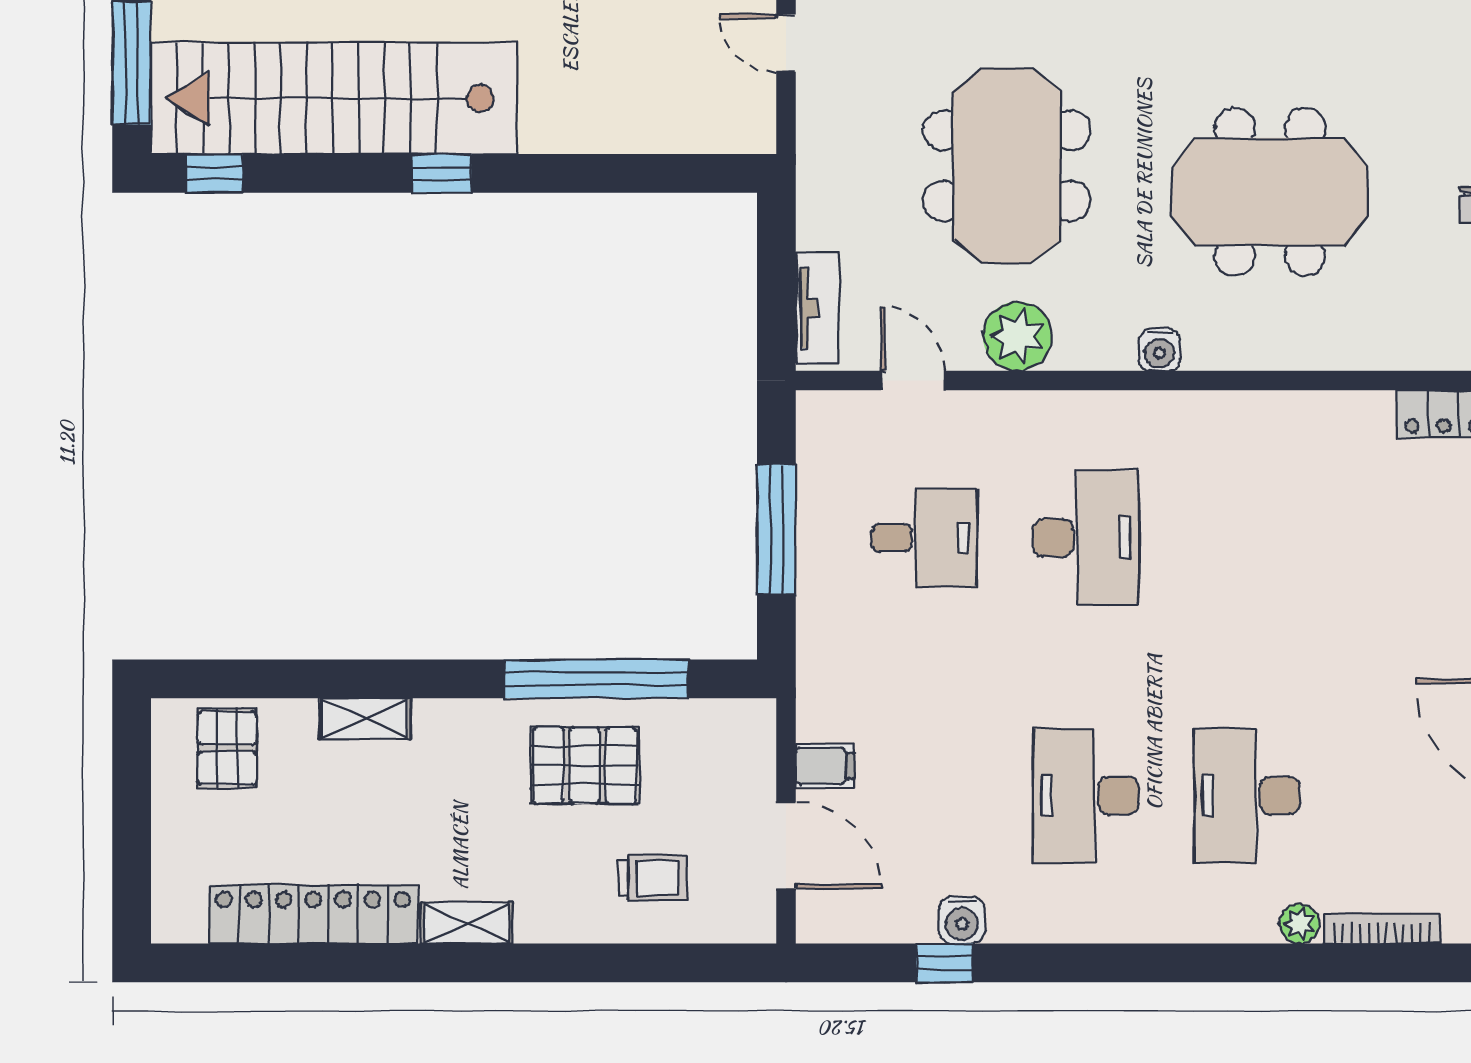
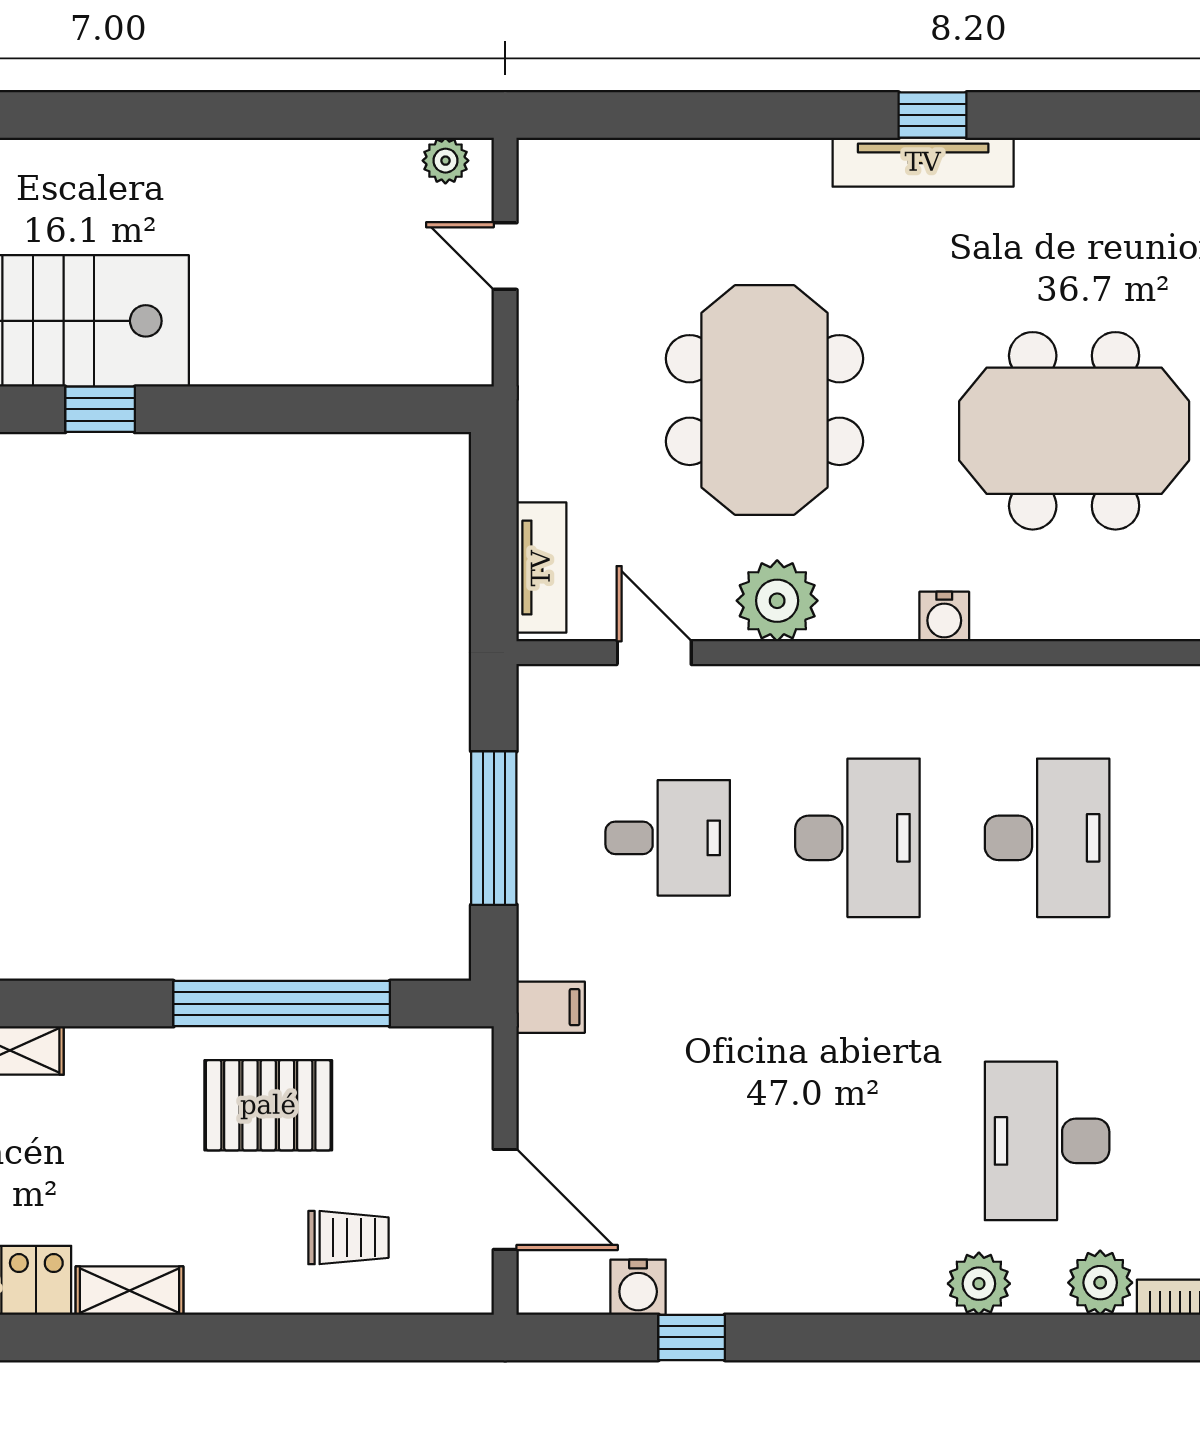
filing cabinet: (825, 766) -> (551, 1007), moved
desk: (1086, 796) -> (1047, 838), moved, turned 180
plant: (1189, 917) -> (979, 1284), added
water cooler: (962, 920) -> (638, 1287), moved
plant: (1300, 924) -> (1100, 1283), width x1.38, depth x1.38

